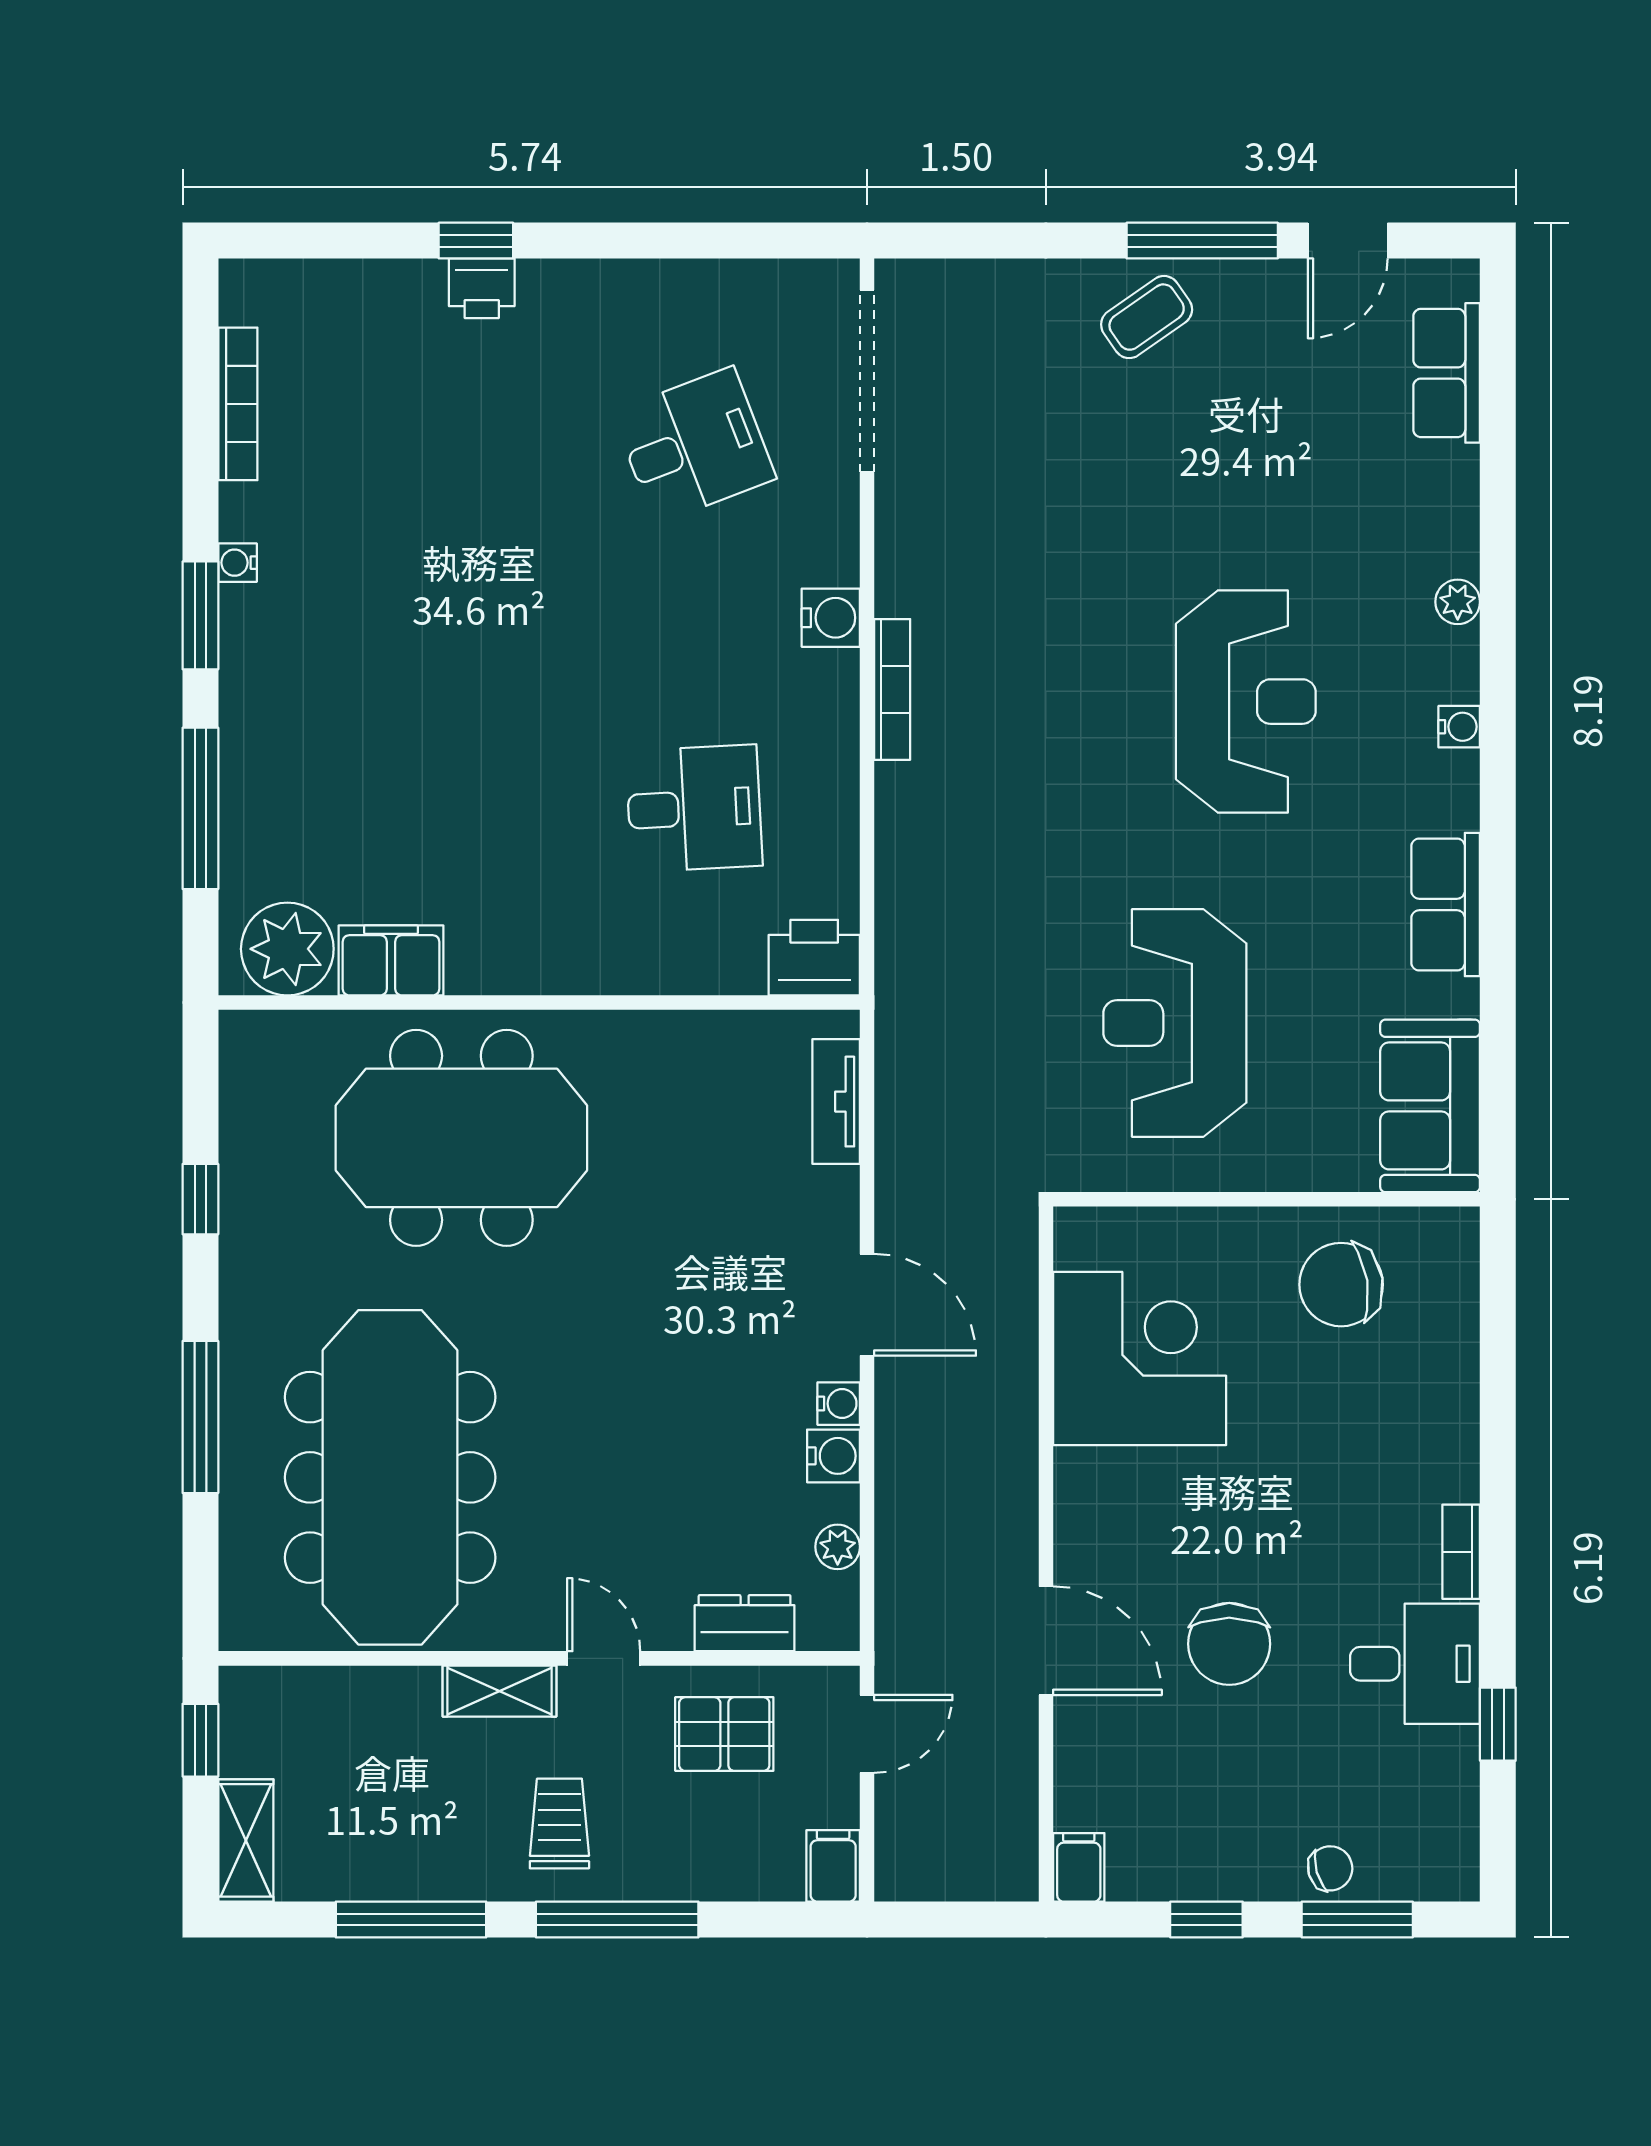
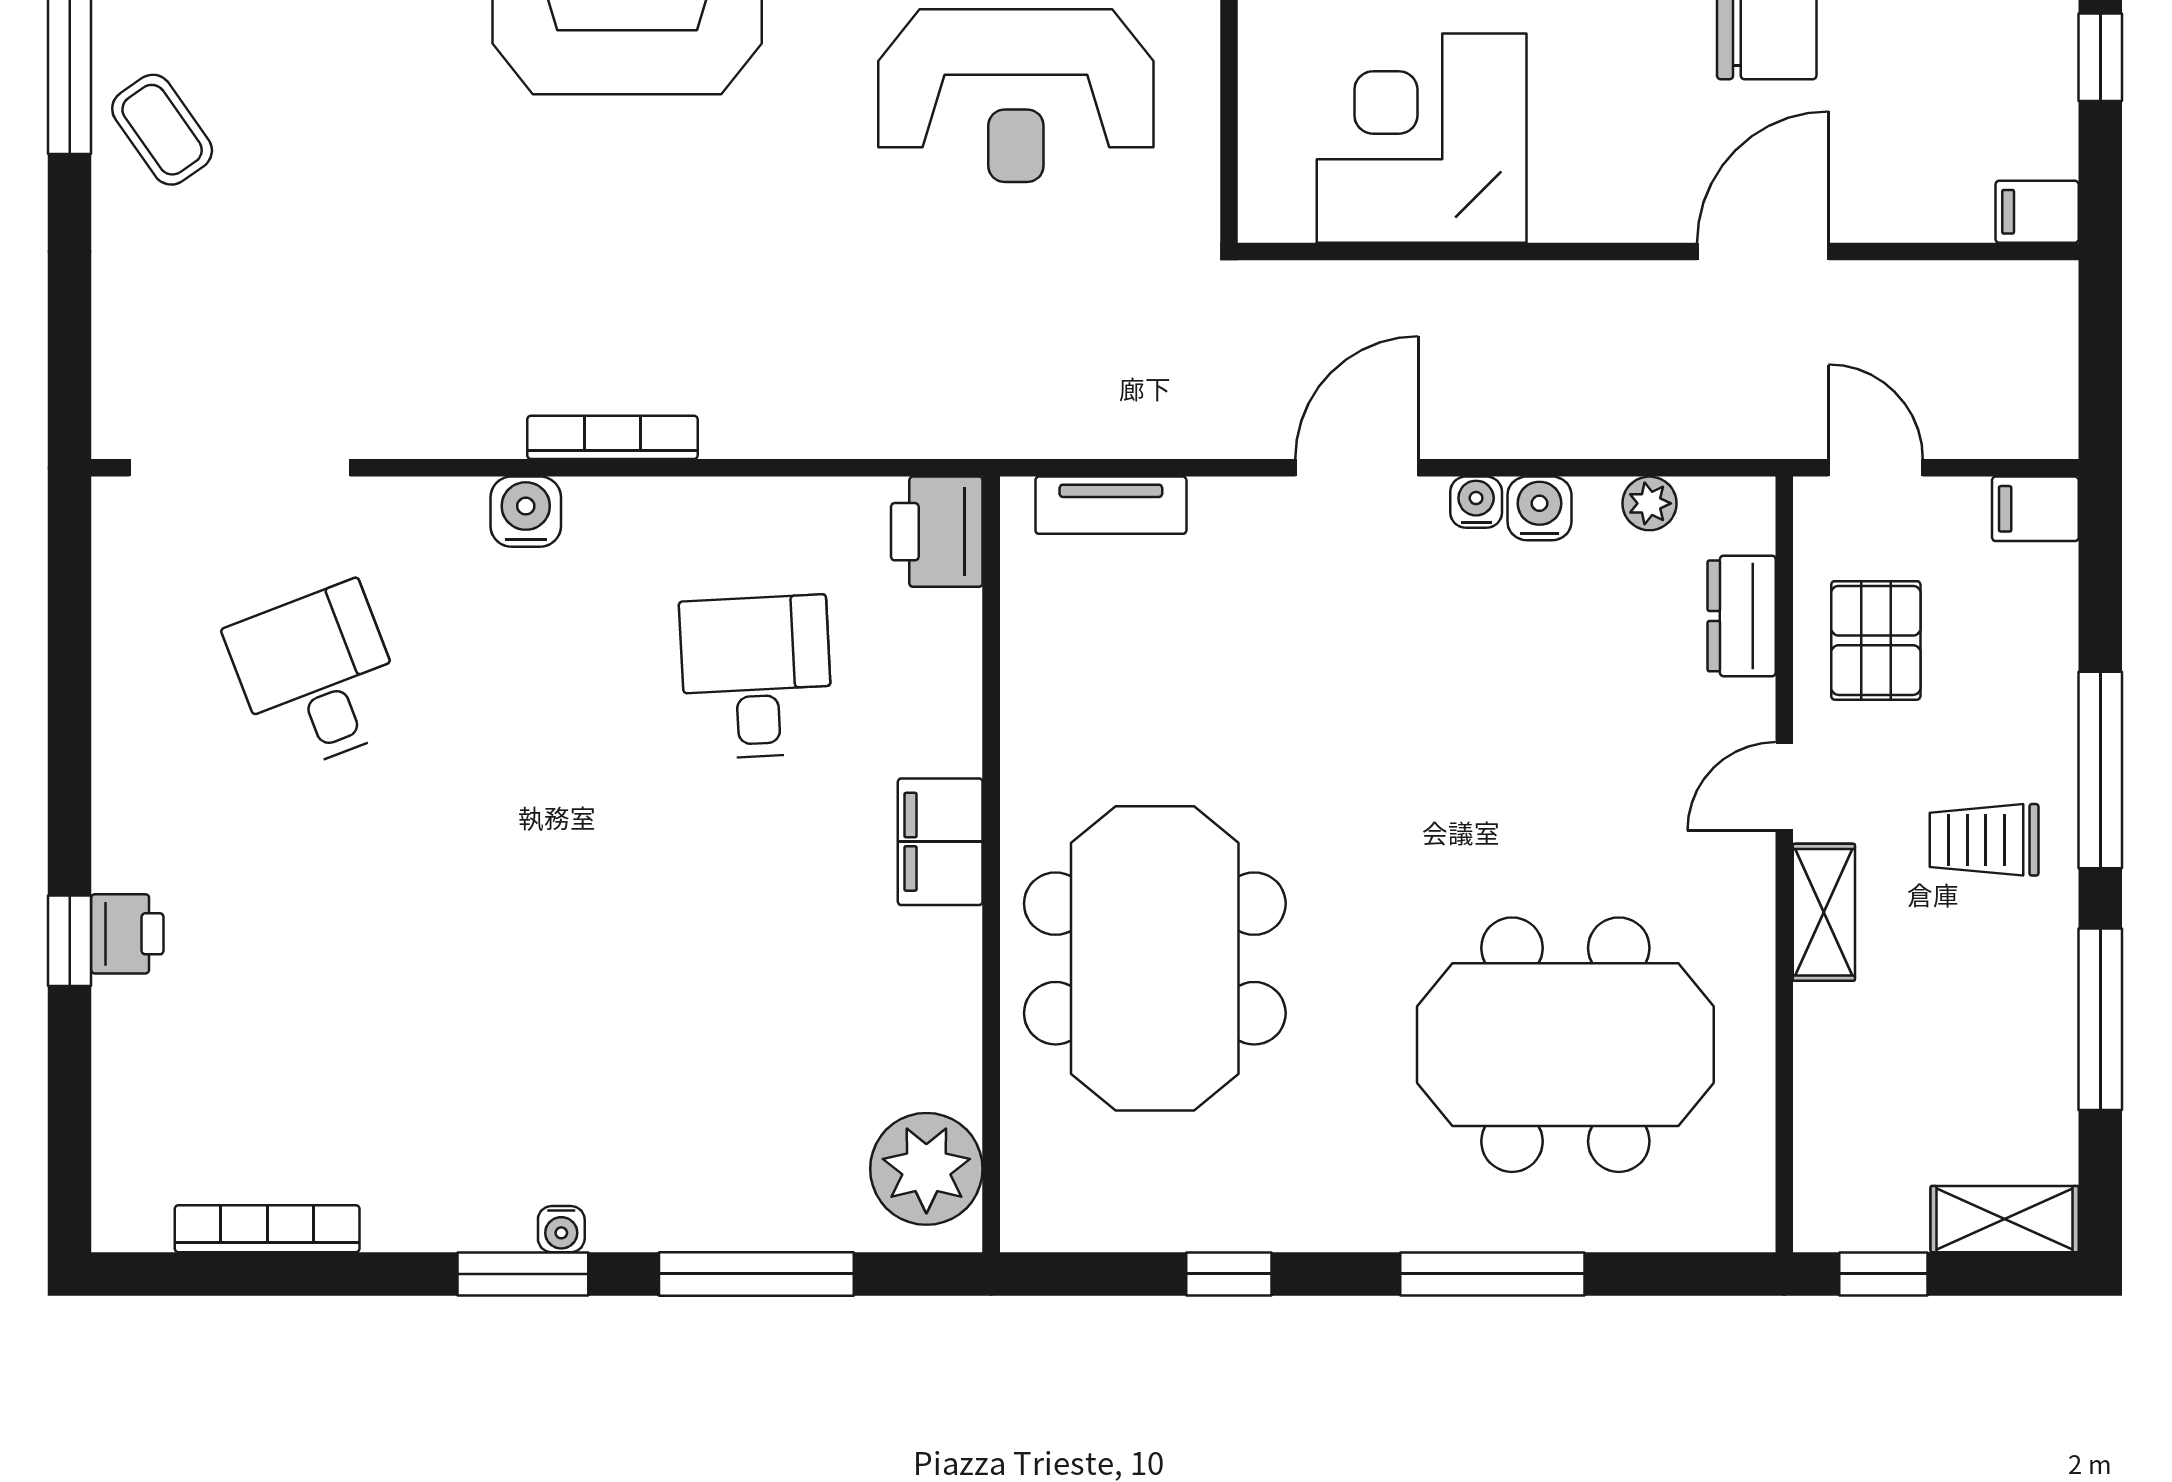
water cooler: (238, 563) -> (561, 1229), moved
filing cabinet: (391, 960) -> (940, 842), moved
meeting table: (390, 1477) -> (1565, 1045), width x0.73

